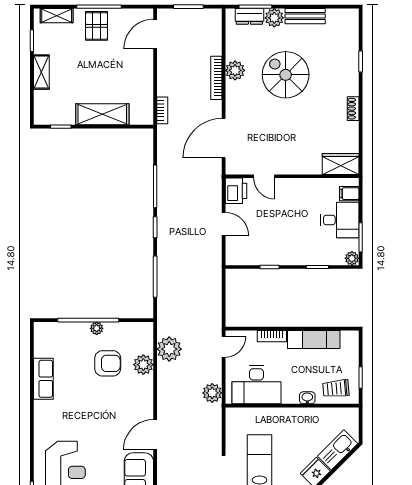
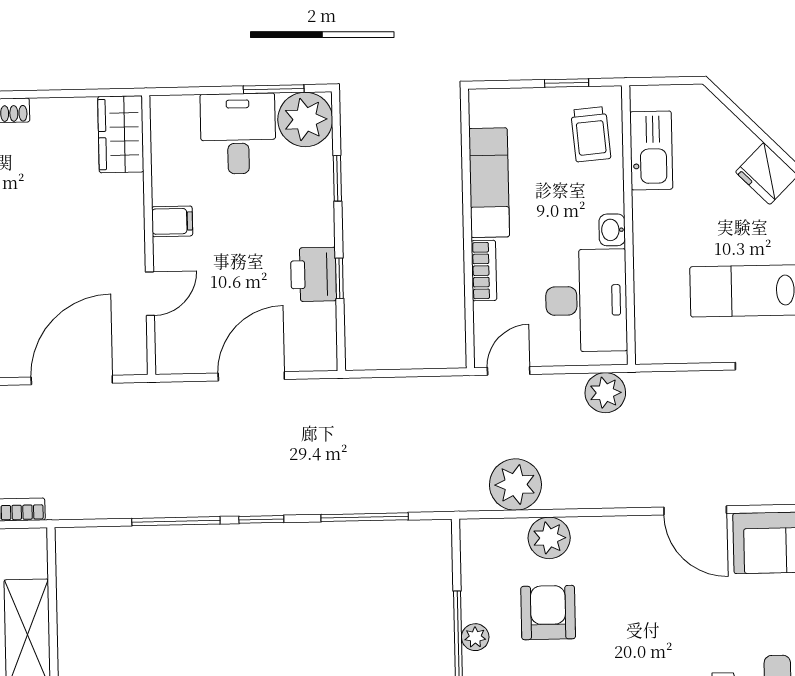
door: (224, 138) -> (72, 380), swing flipped
printer: (236, 191) -> (313, 274), moved, turned -90
filing cabinet: (349, 194) -> (172, 221), moved, turned -90
door: (224, 224) -> (251, 376), width x1.38
plant: (352, 258) -> (305, 119), width x1.87, depth x1.87
door: (224, 347) -> (509, 371), hinge flipped
washbasin: (307, 398) -> (612, 230), moved
kitchen sink: (338, 450) -> (651, 150), moved, turned -135

